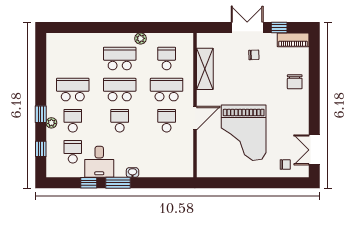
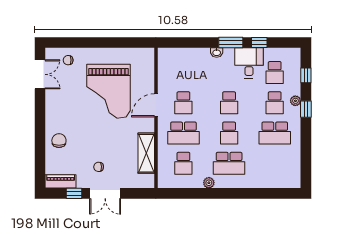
school desk: (120, 90) -> (229, 133), width x0.54
grand piano: (244, 133) -> (109, 91), turned 180

